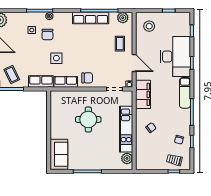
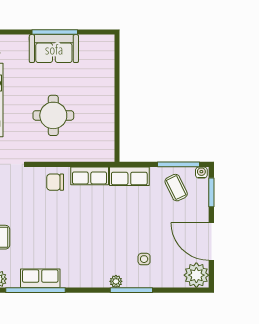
row of seats: (91, 18) -> (40, 278), width x0.68
chair: (47, 34) -> (119, 252), removed
side table: (56, 58) -> (105, 214), removed
sofa: (59, 154) -> (54, 49), moved, turned -90

